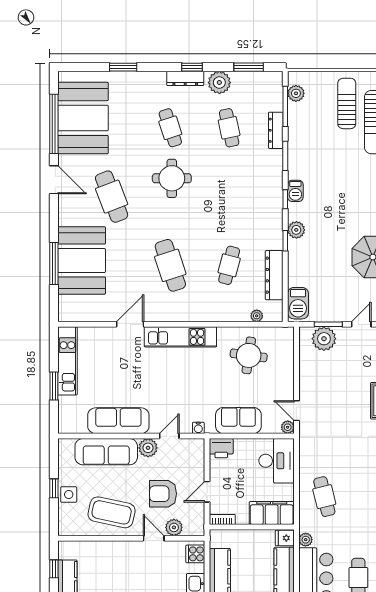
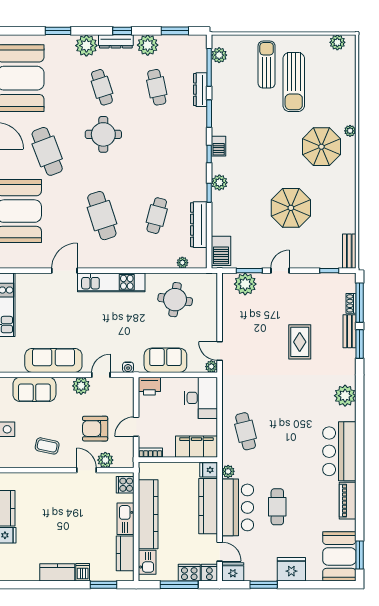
plant: (154, 83) -> (86, 46), added
sofa: (106, 452) -> (34, 389), width x0.73
coffee table: (112, 512) -> (47, 446), width x0.54, depth x0.58

